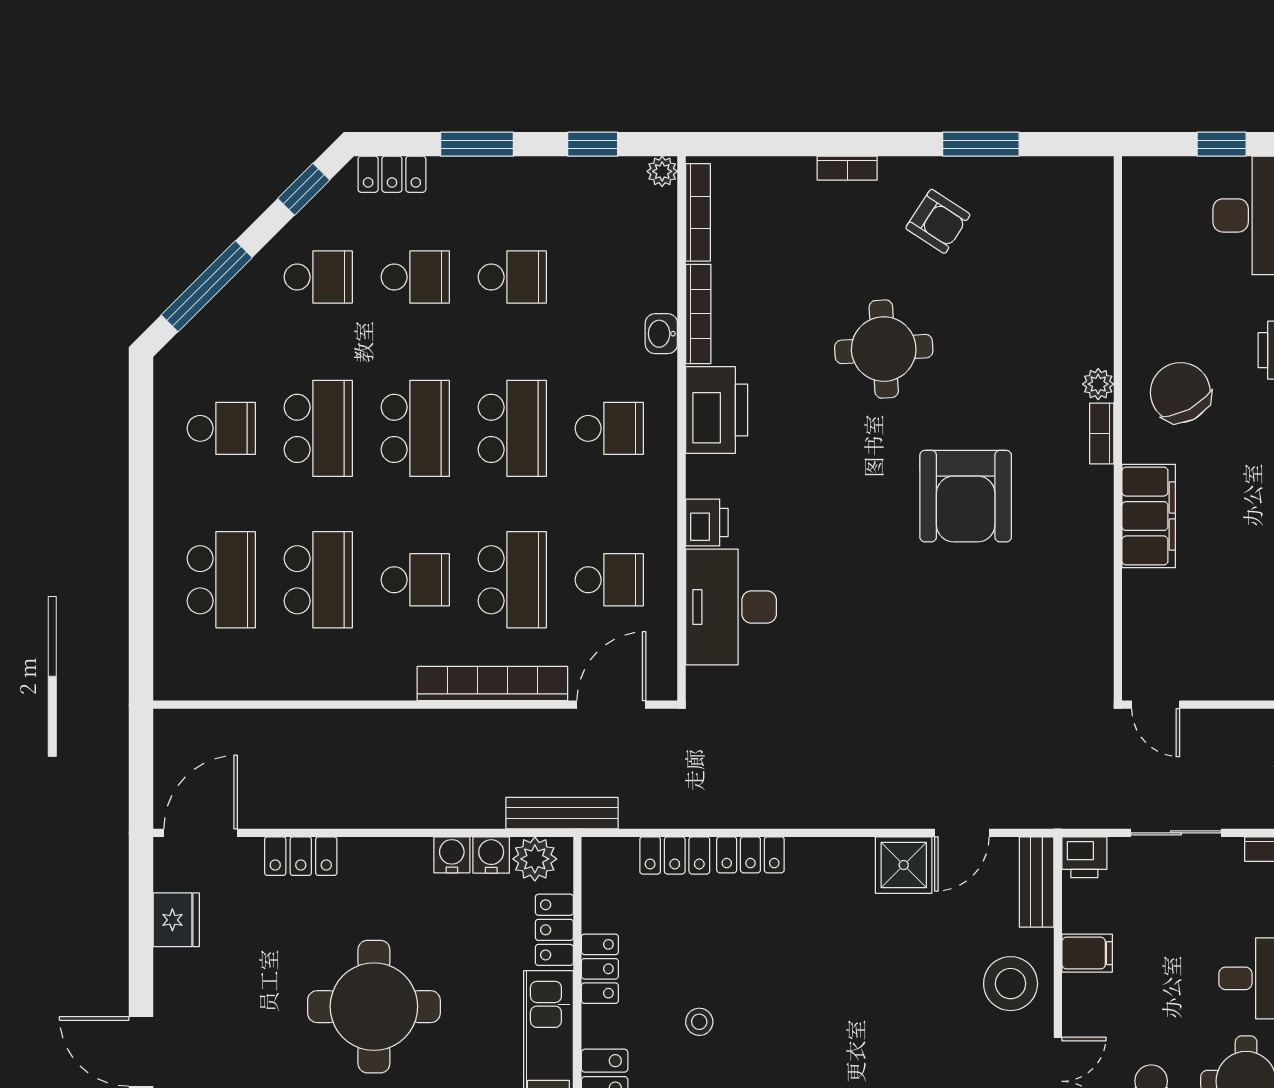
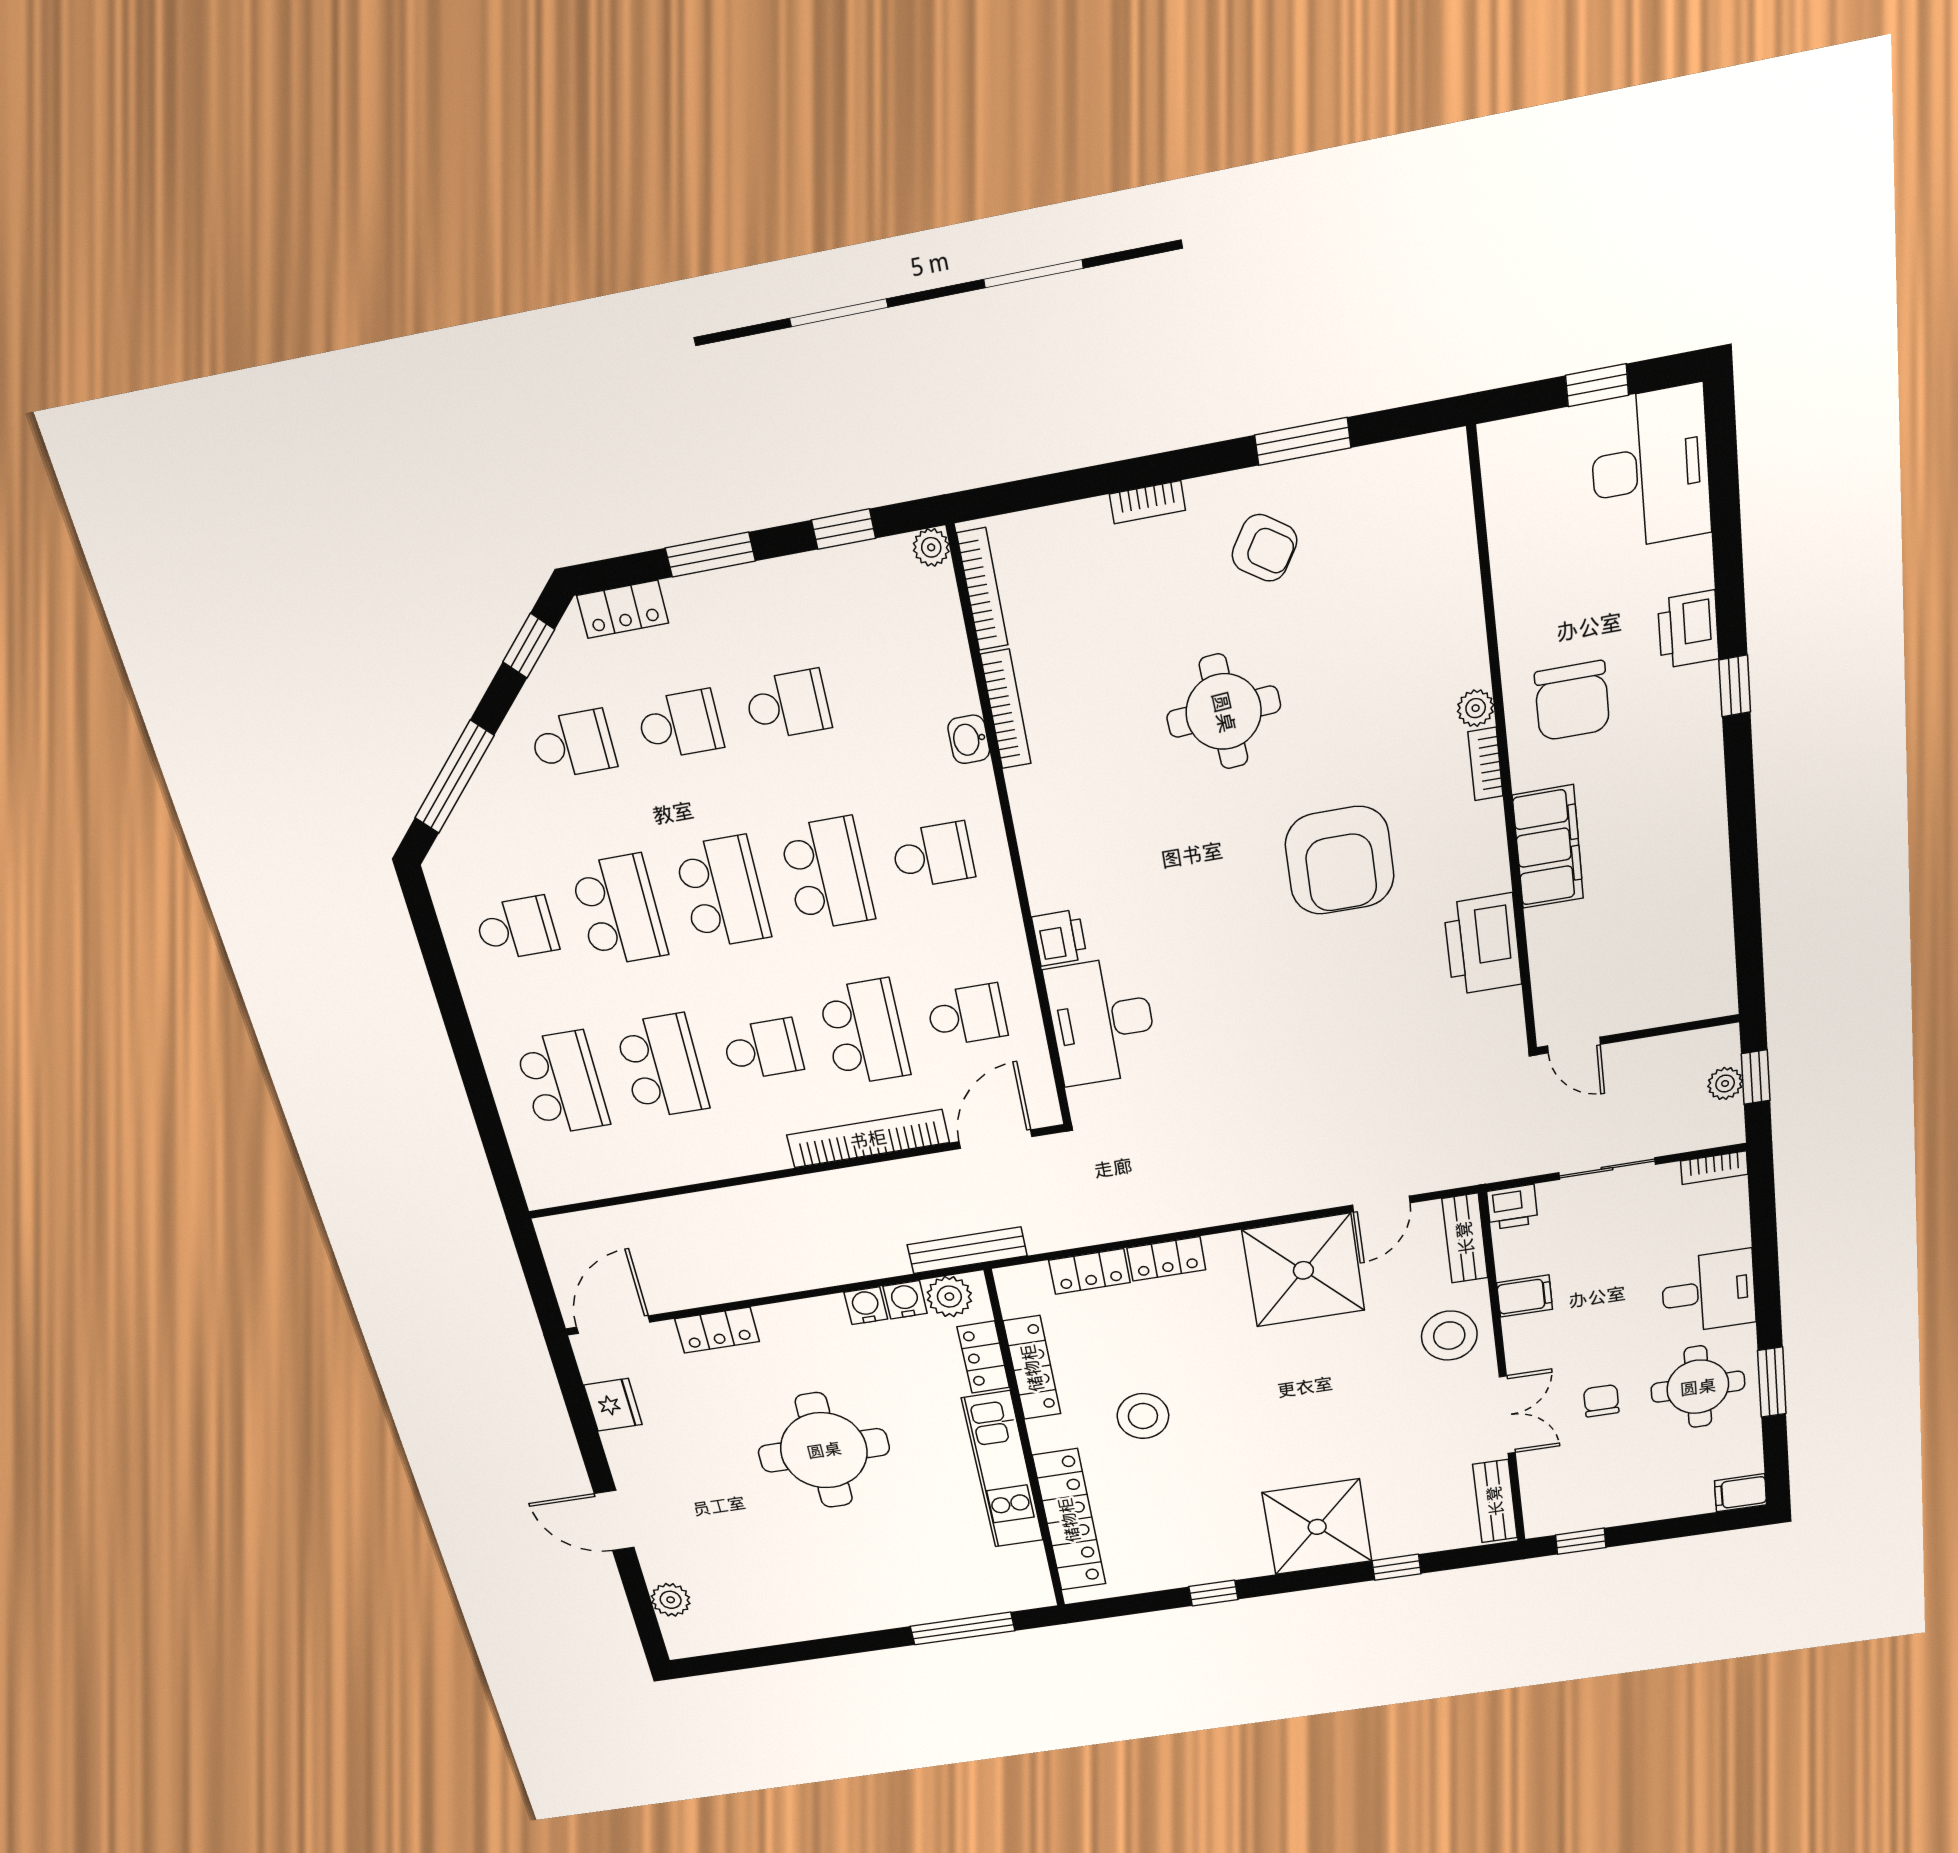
chair: (1180, 393) -> (1572, 701), turned -152
printer: (717, 410) -> (1483, 944), moved, turned 180
shower: (904, 865) -> (1303, 1270), width x1.86, depth x1.86
locker: (600, 969) -> (1032, 1368), width x1.53
stool: (699, 1022) -> (1143, 1416), width x1.89, depth x1.89

